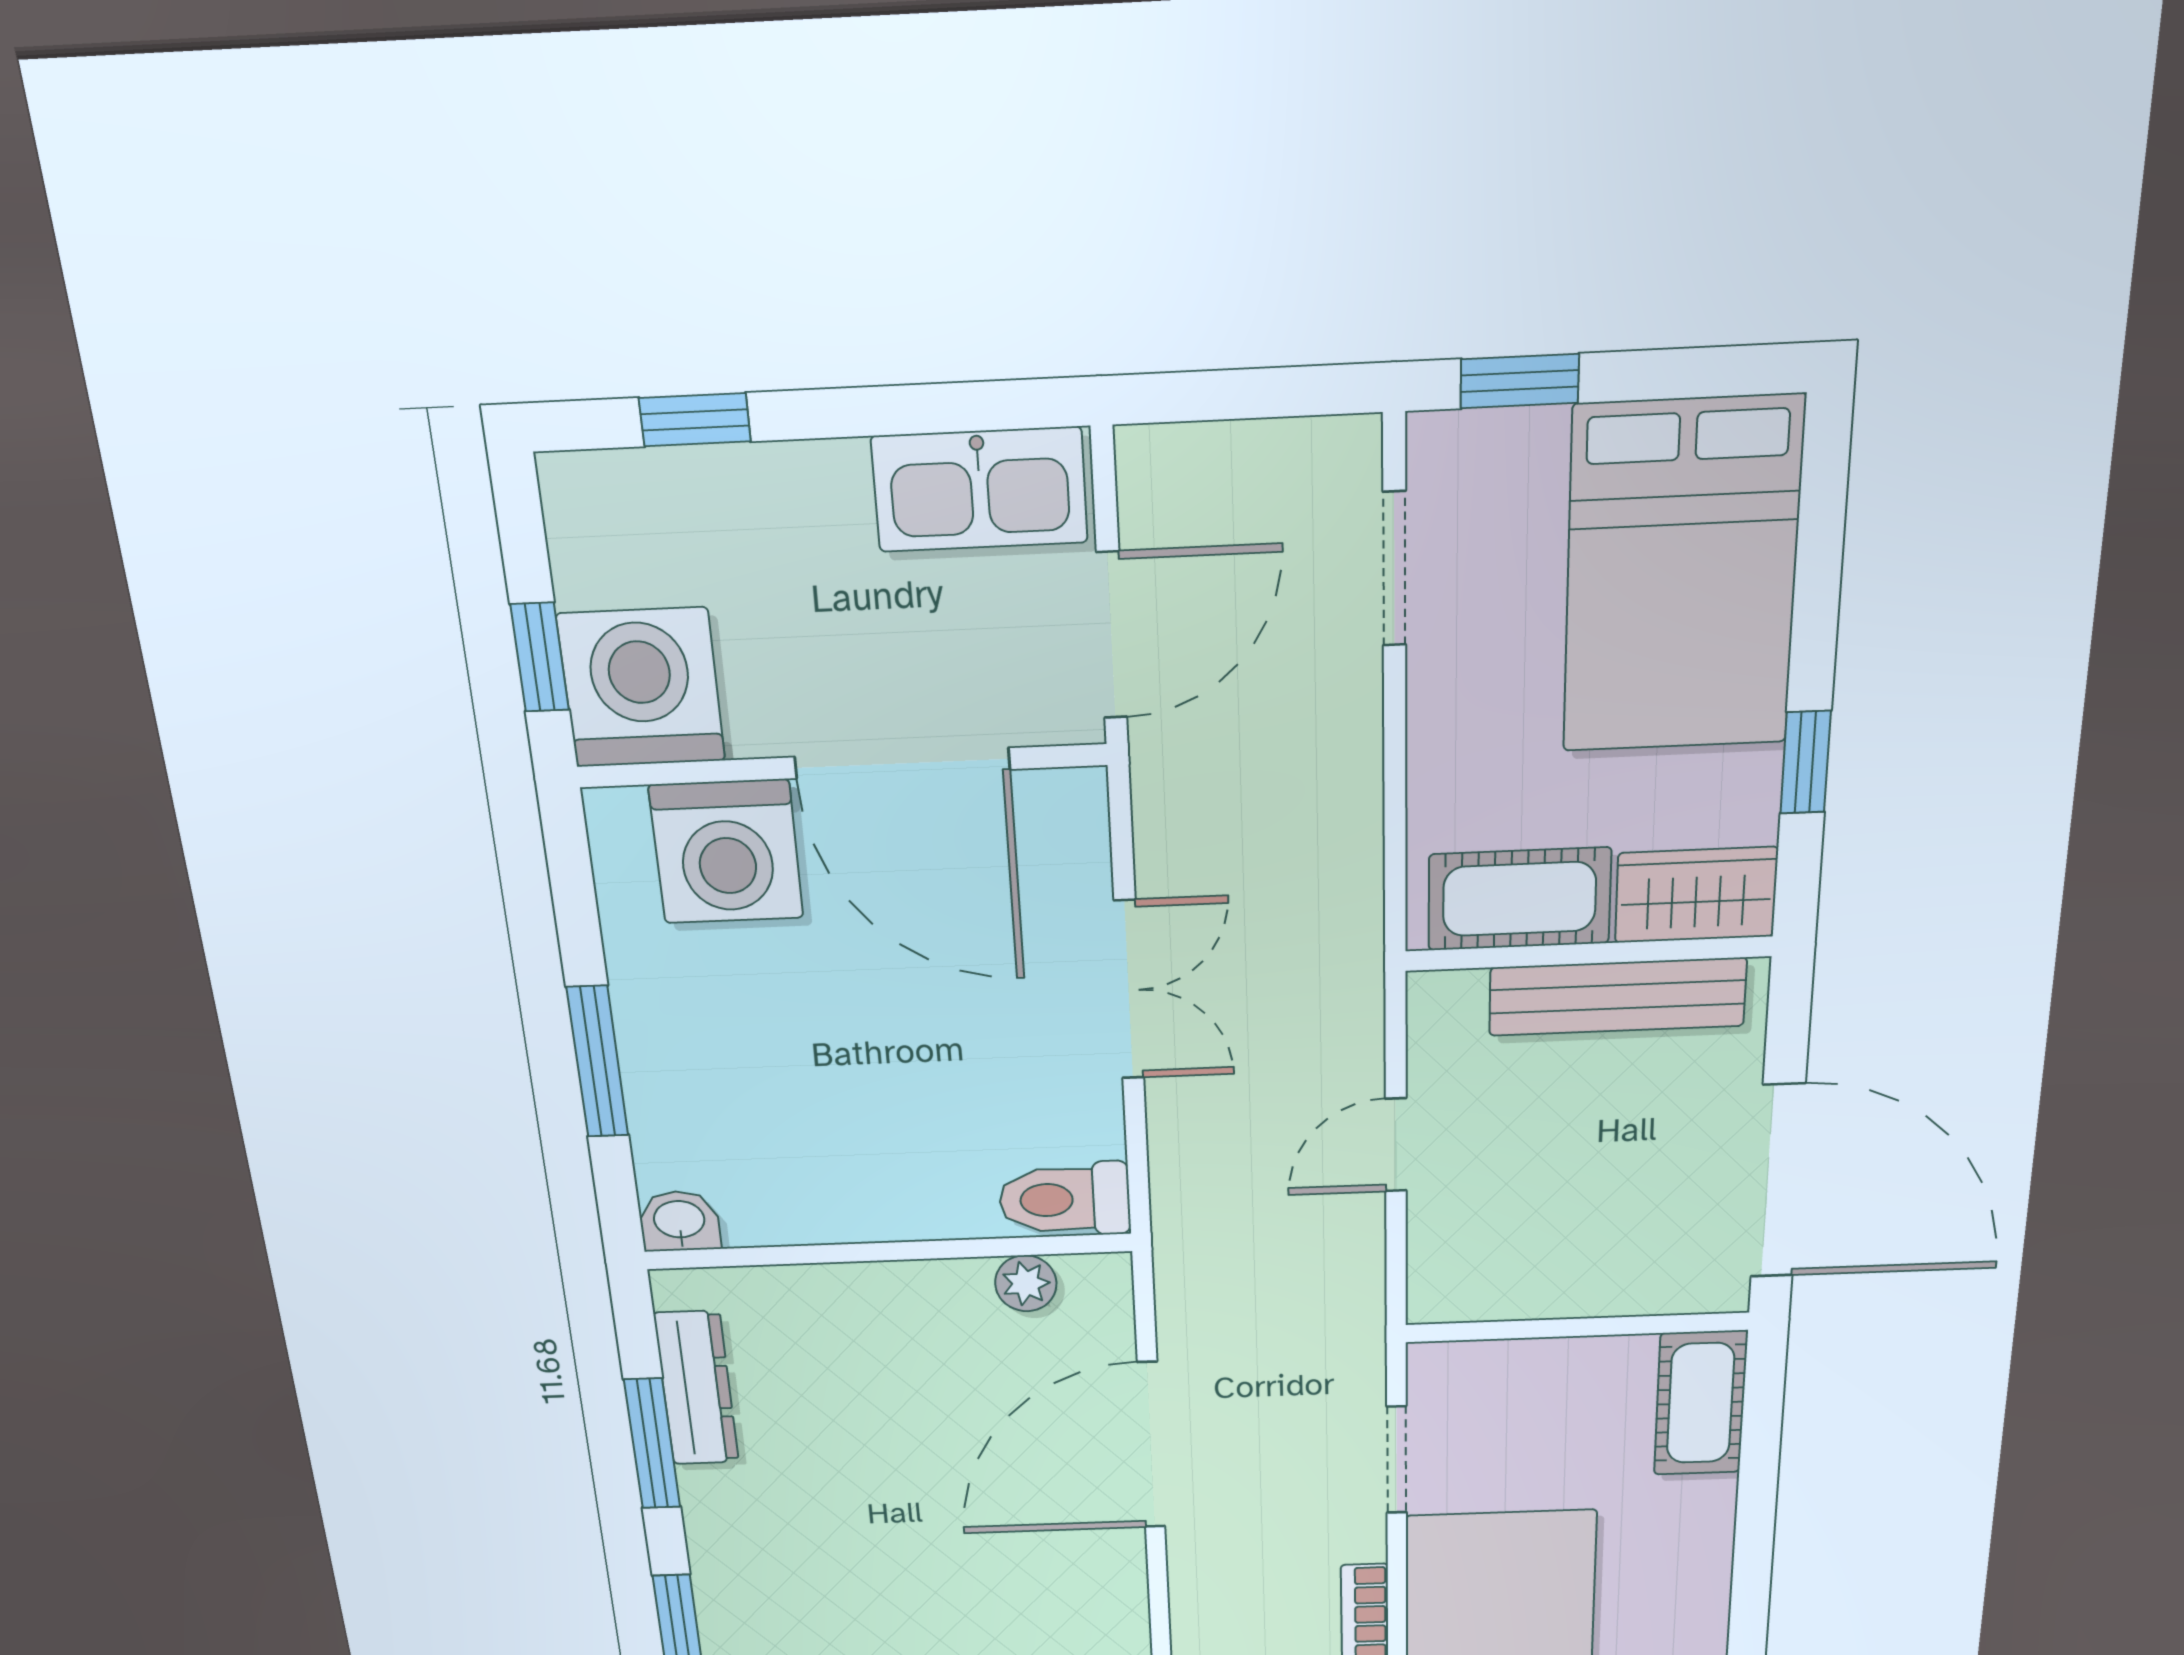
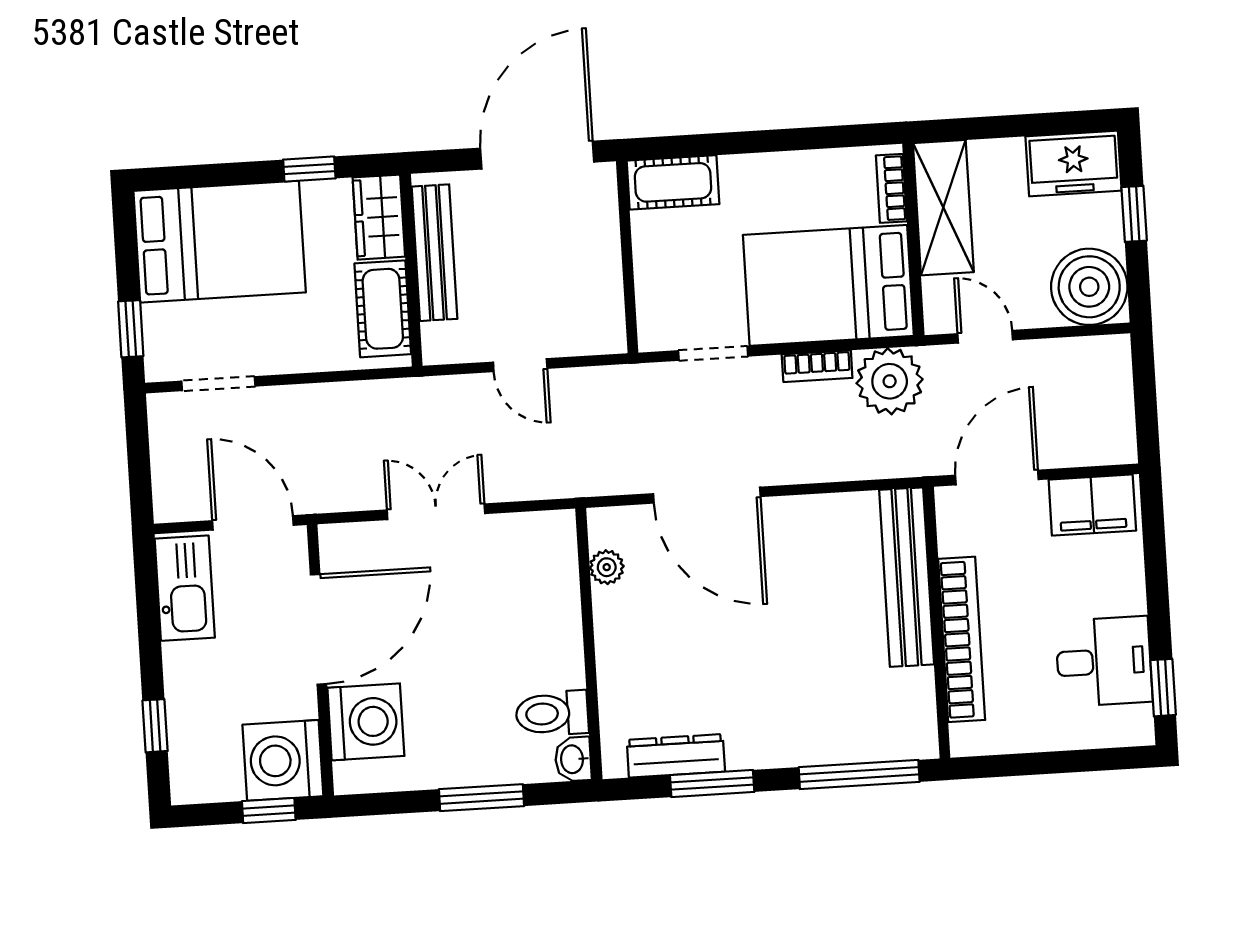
toilet: (1065, 1199) -> (552, 713), moved, turned 90

